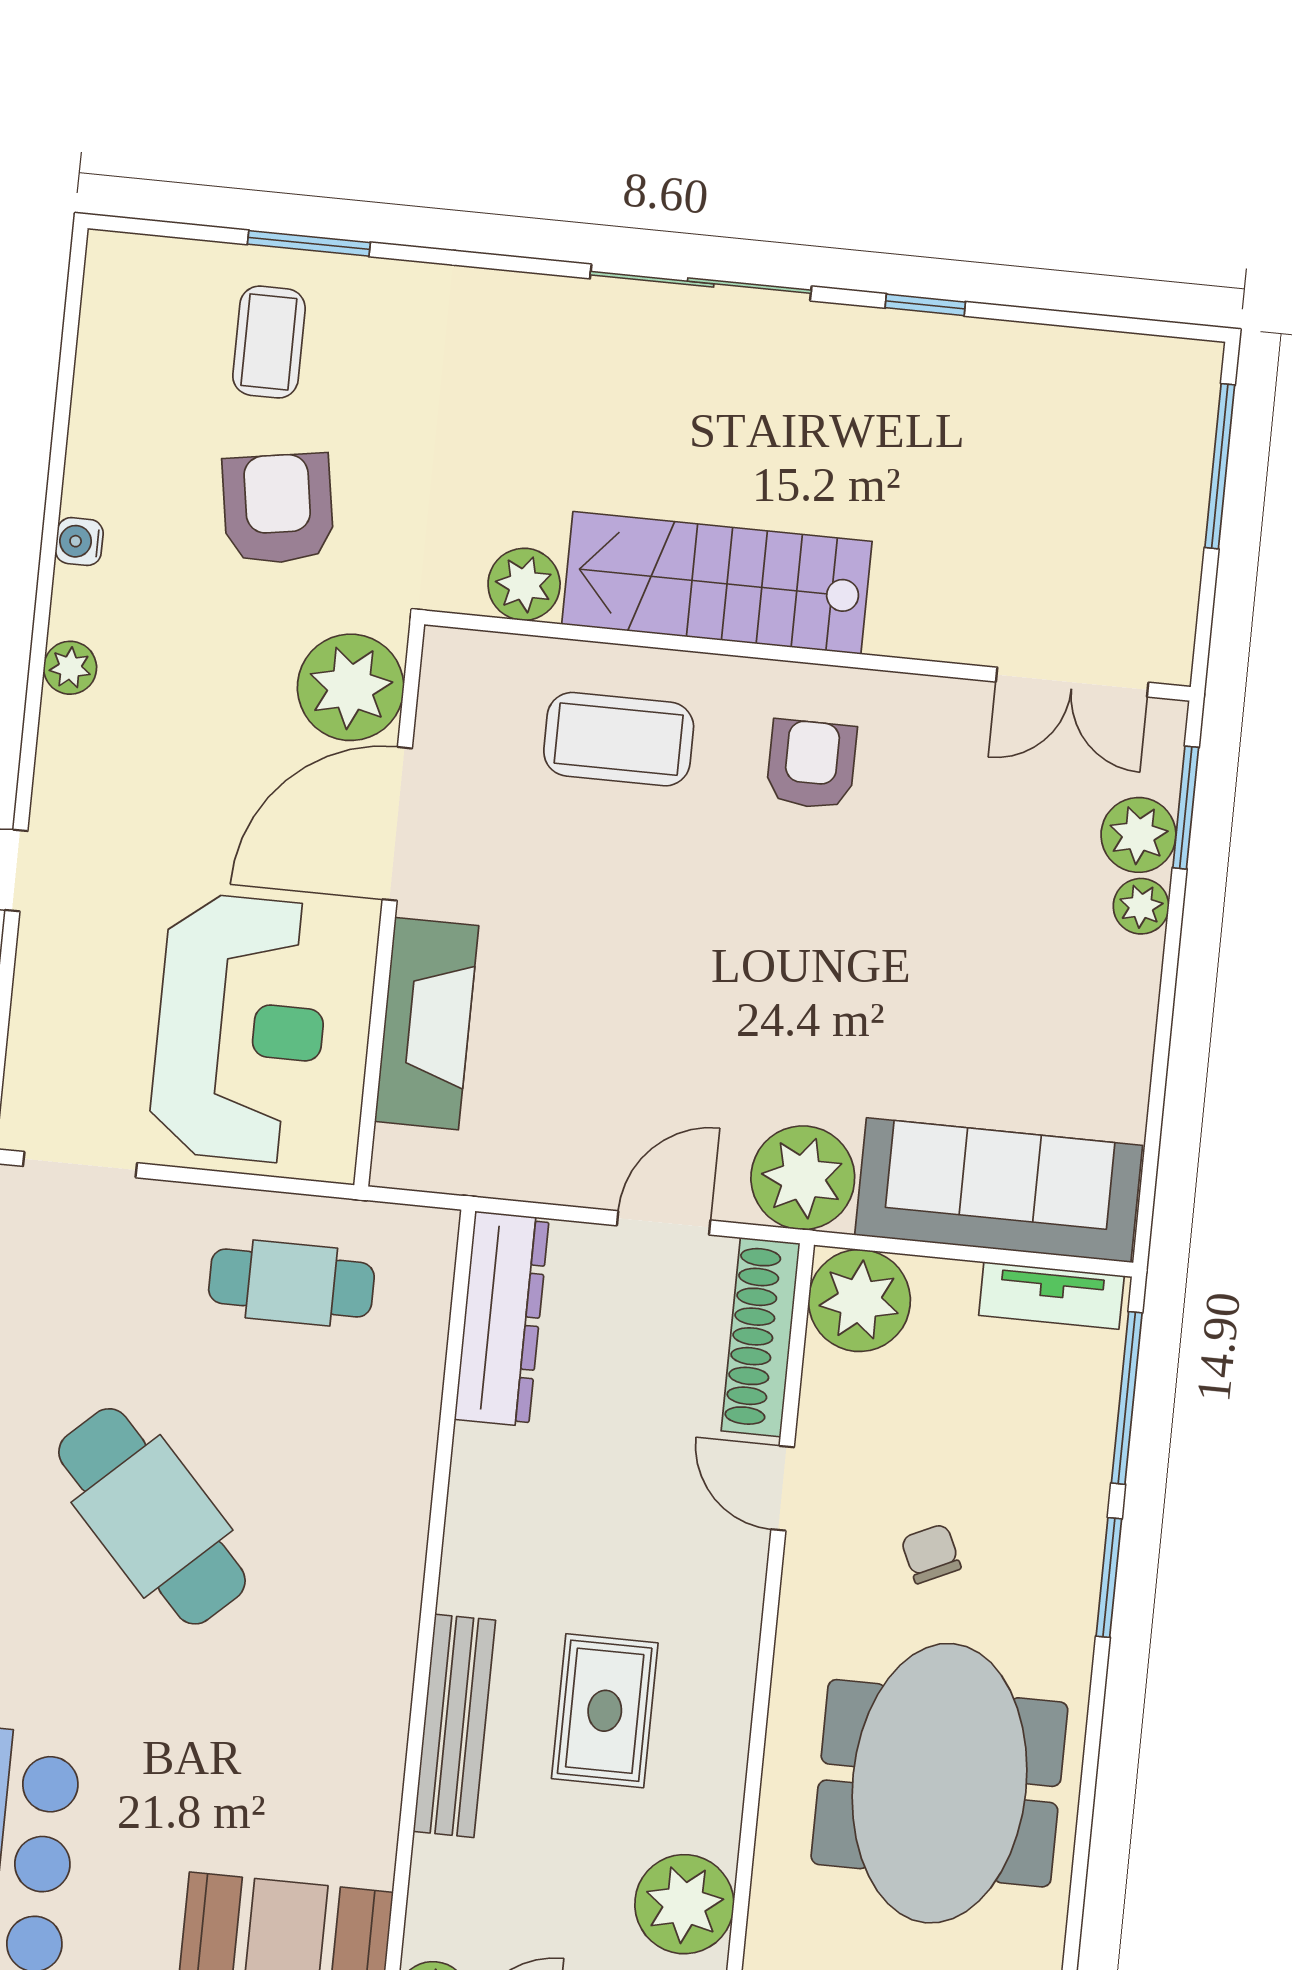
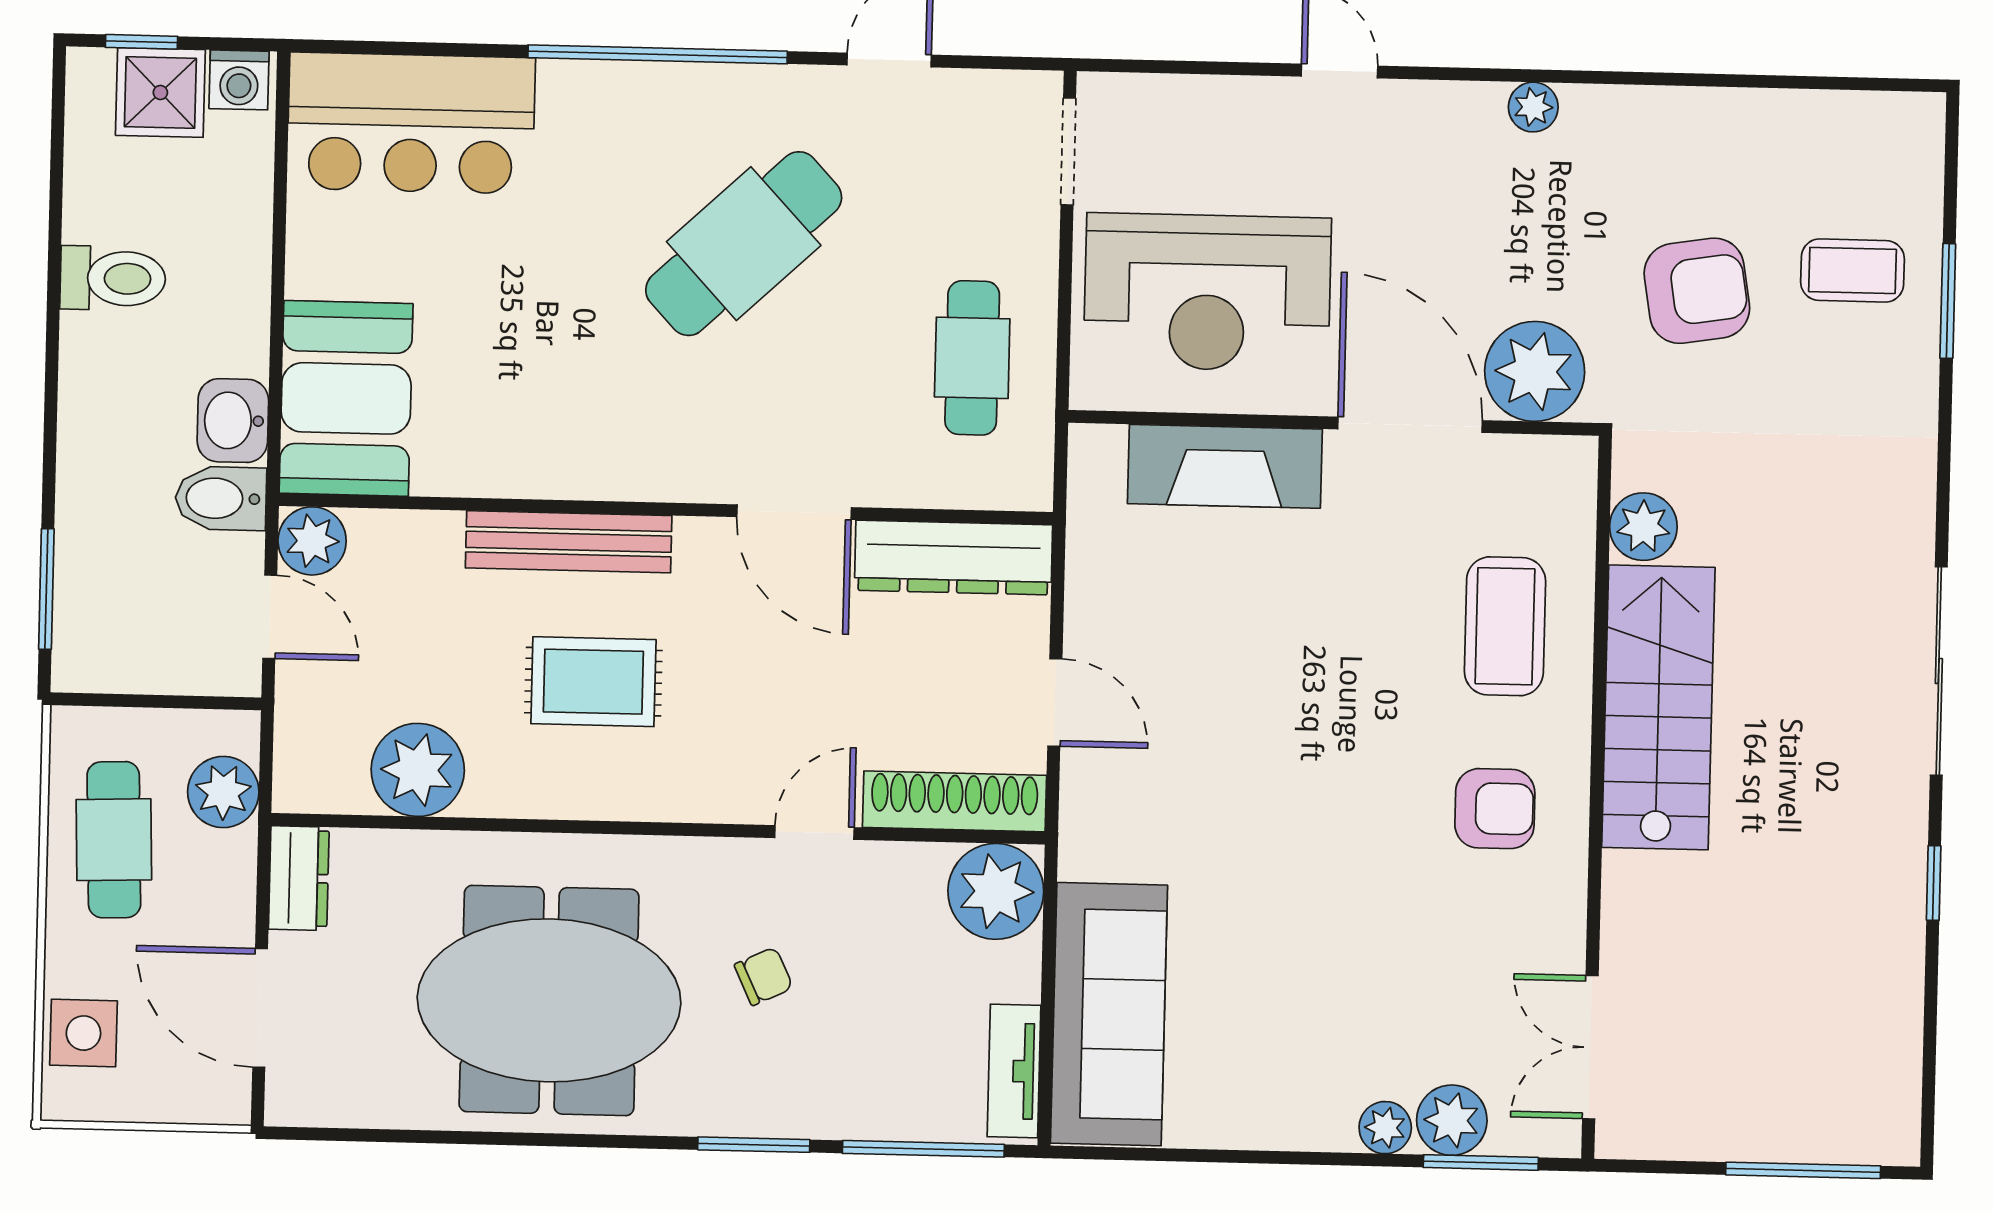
water cooler: (79, 542) -> (1652, 107), removed
plant: (803, 1178) -> (1107, 830), removed
door: (441, 1484) -> (794, 512), added

